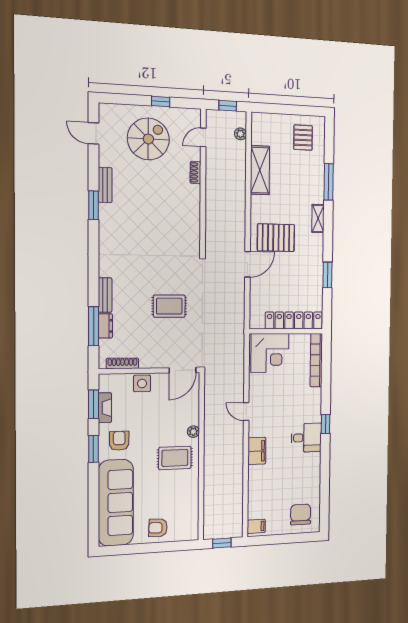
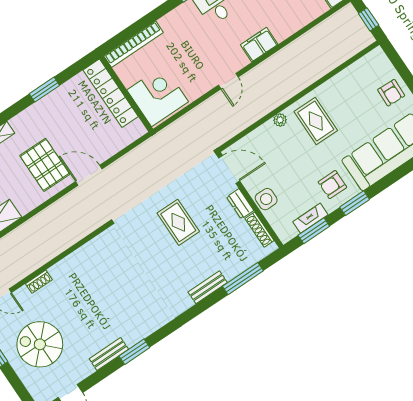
dresser: (105, 326) -> (240, 204), moved, turned -90

